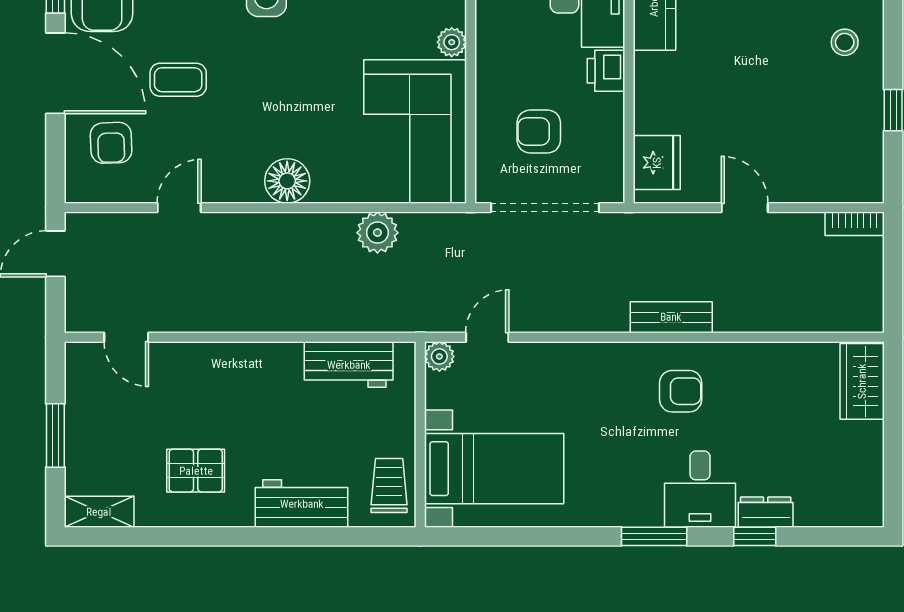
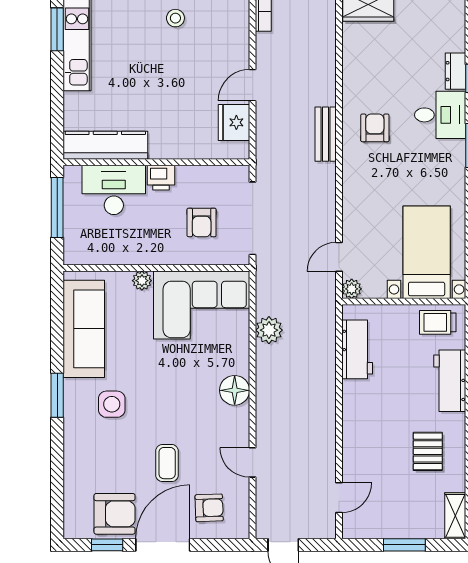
stool: (845, 42) -> (175, 18), moved
fridge: (657, 163) -> (234, 122), moved, turned -90
door: (487, 337) -> (339, 257), hinge flipped

